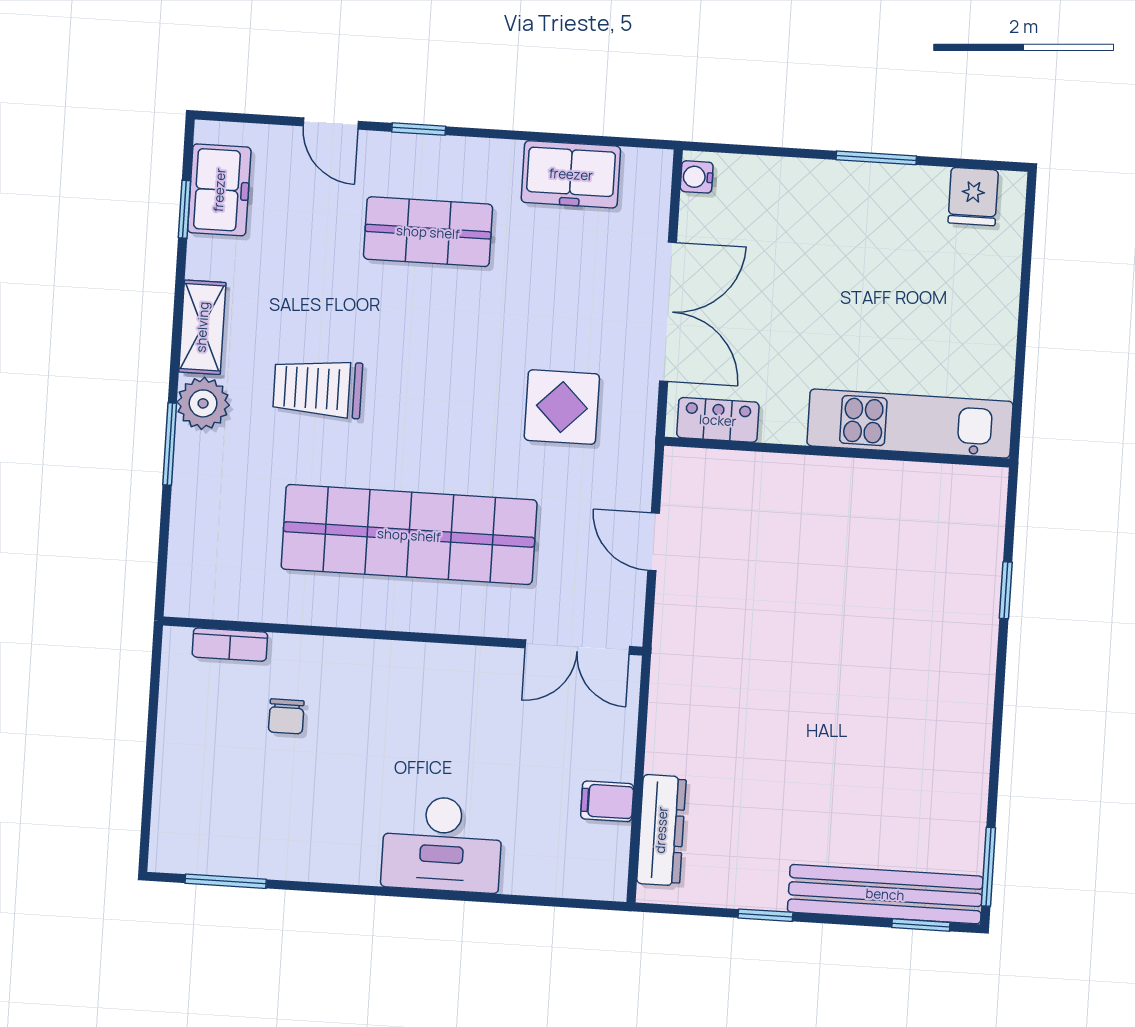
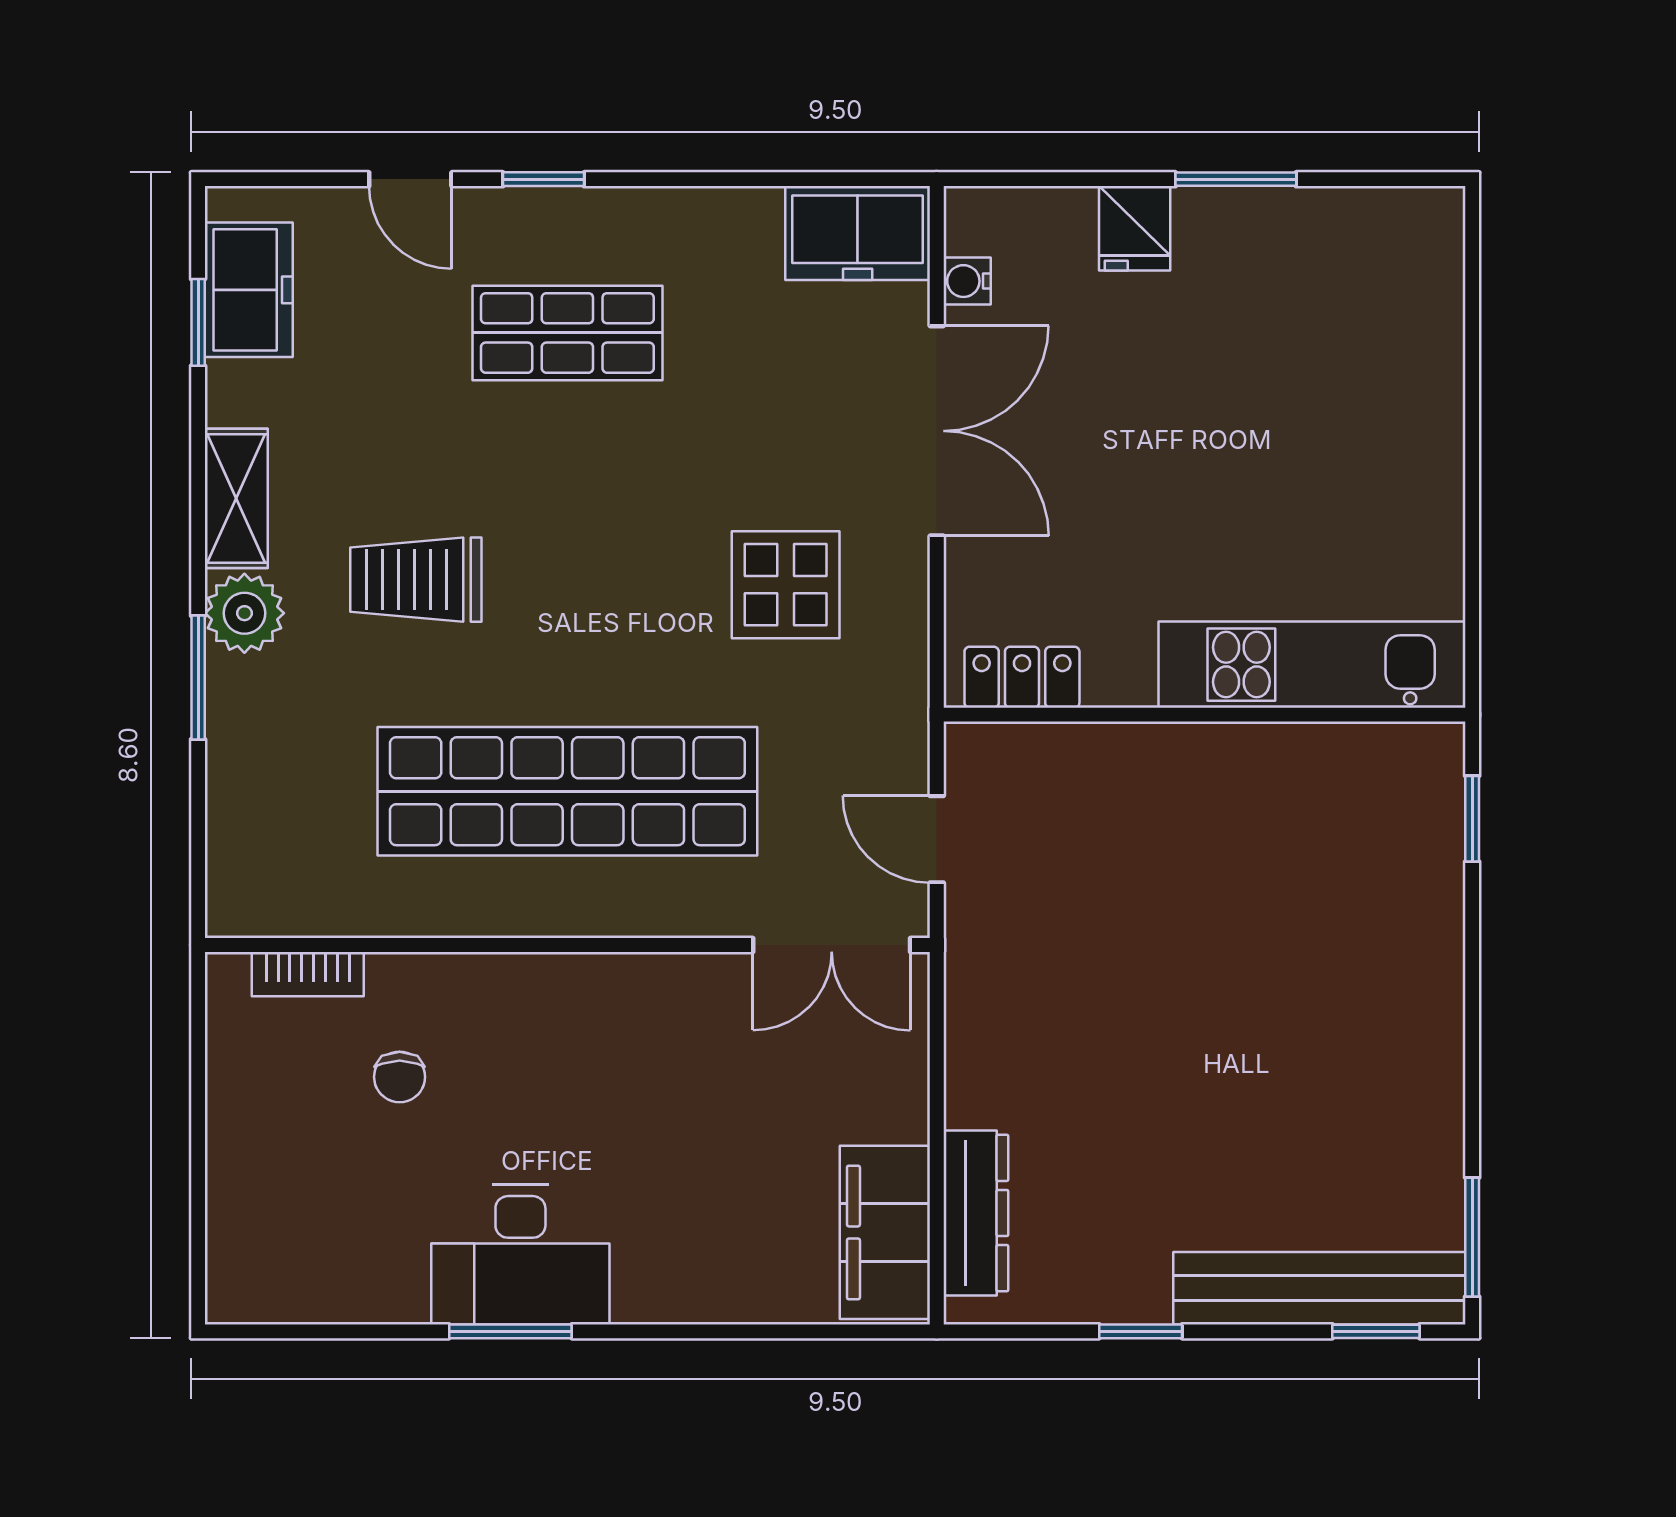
freezer: (571, 174) -> (858, 233), moved
water cooler: (697, 177) -> (967, 281), moved
fridge: (973, 197) -> (1135, 228), moved
locker: (718, 420) -> (1022, 677), moved
kitchen unit: (910, 424) -> (1312, 665), moved
wall: (837, 452) -> (1204, 715), moved
door: (654, 542) -> (937, 839), moved
filing cabinet: (607, 801) -> (885, 1232), width x3.00, depth x1.17
desk: (442, 844) -> (520, 1255), moved
window: (226, 881) -> (510, 1331), moved

